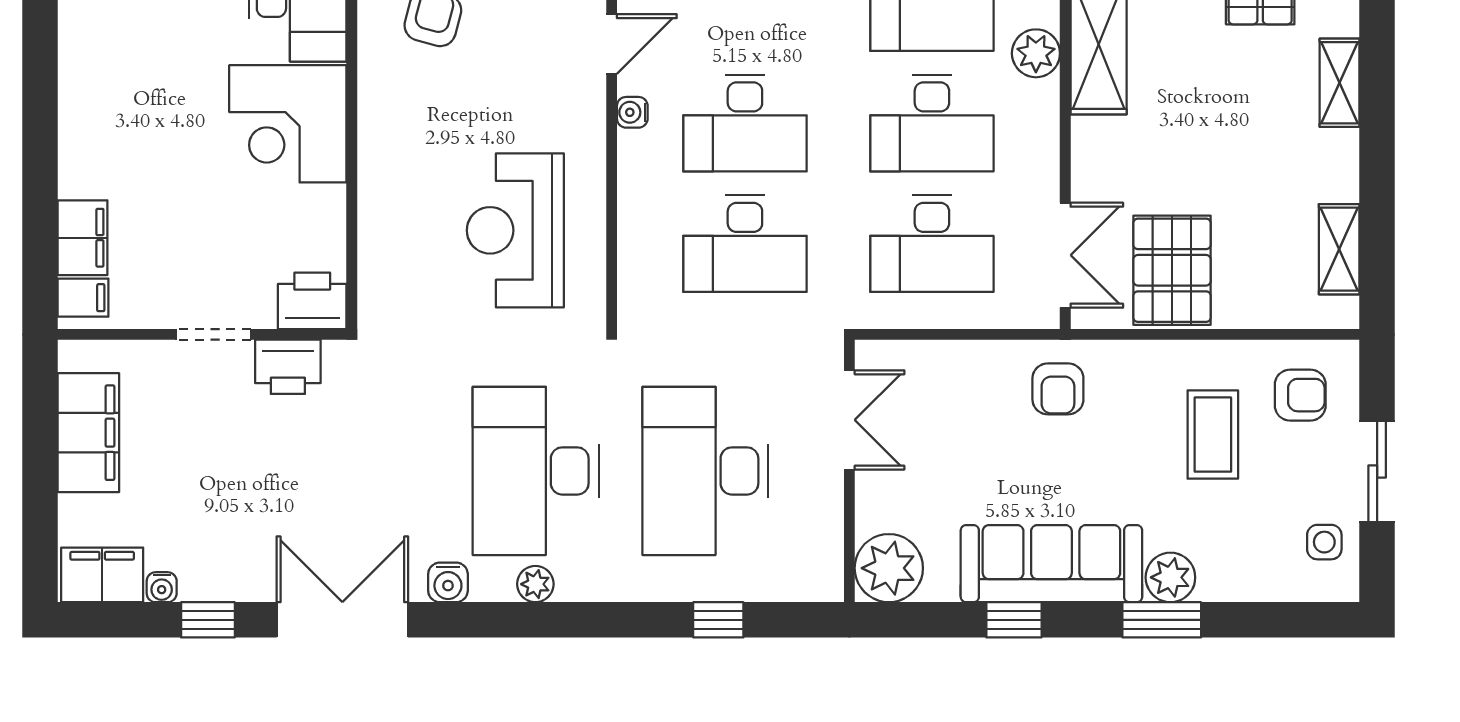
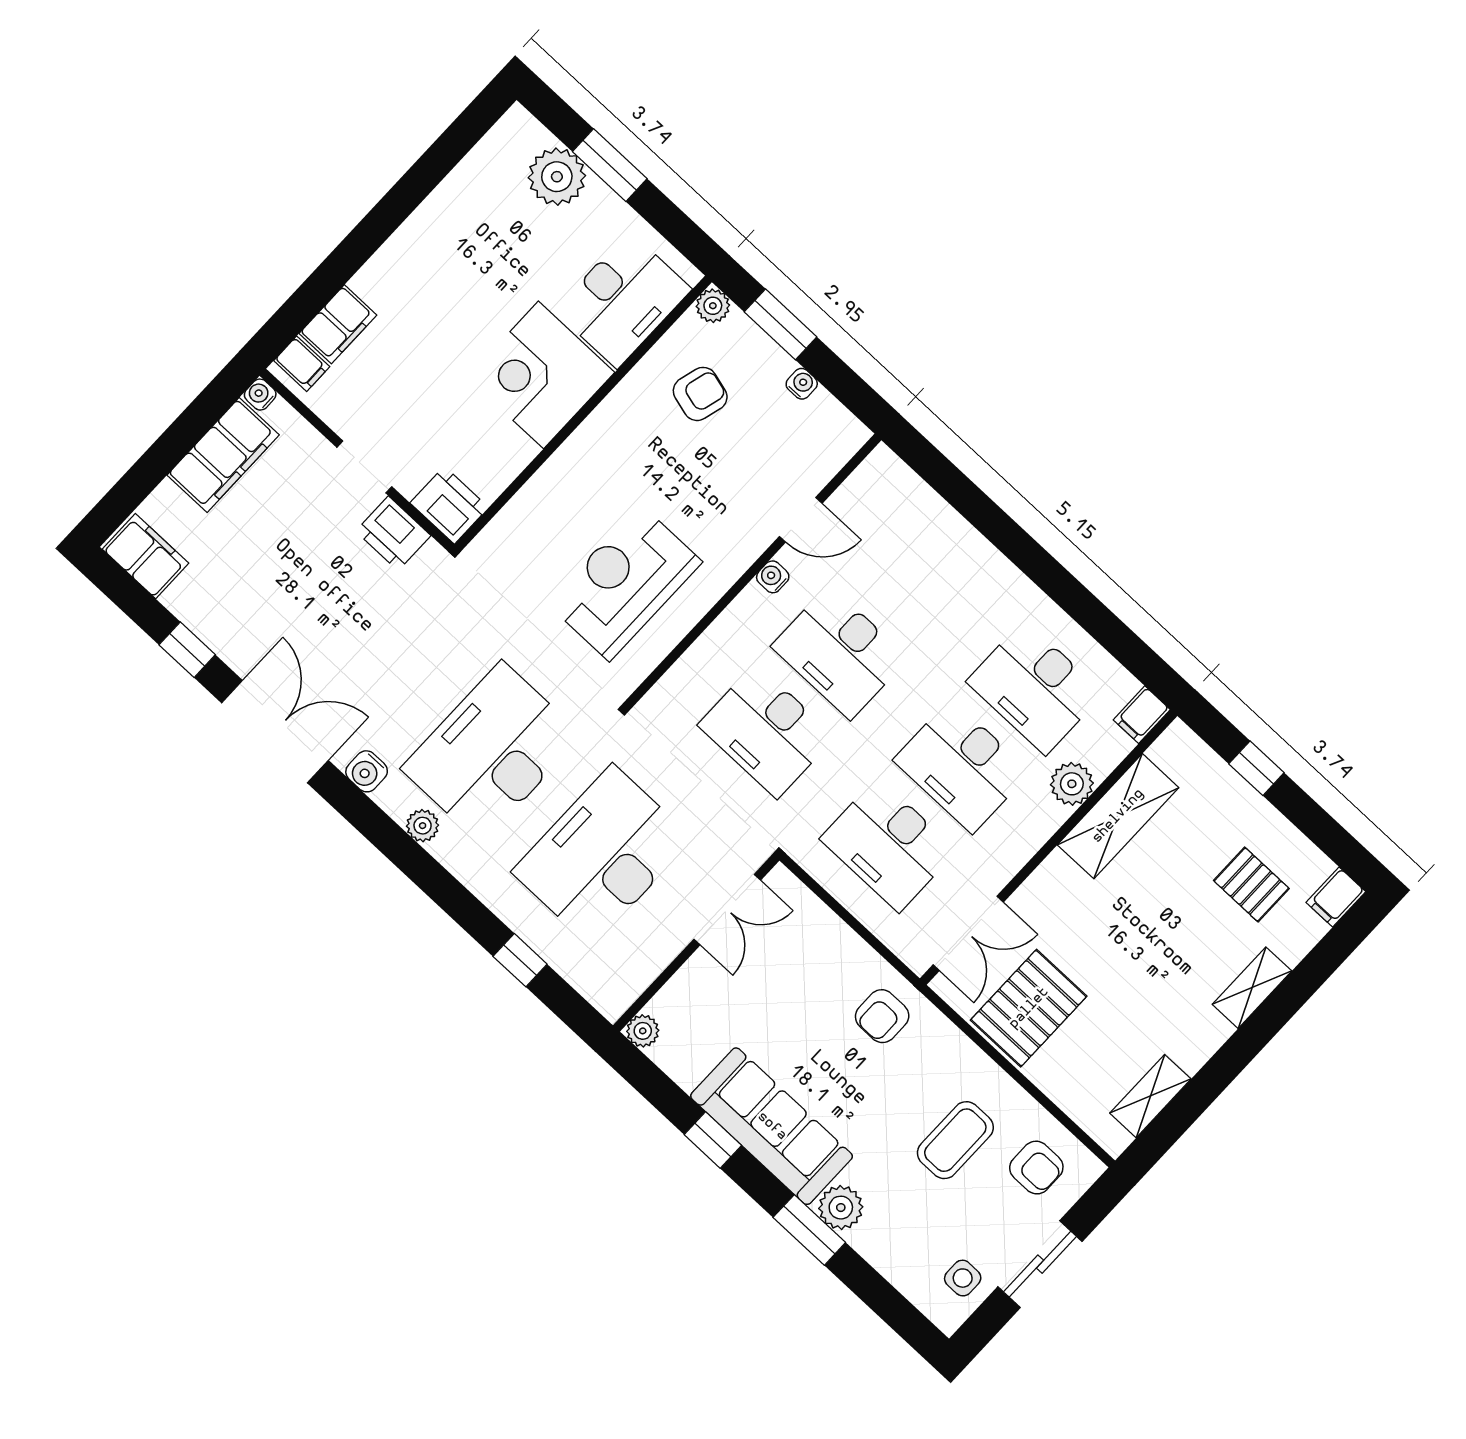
plant: (889, 568) -> (643, 1031), width x0.53, depth x0.53
water cooler: (162, 587) -> (260, 395), moved, turned 90

